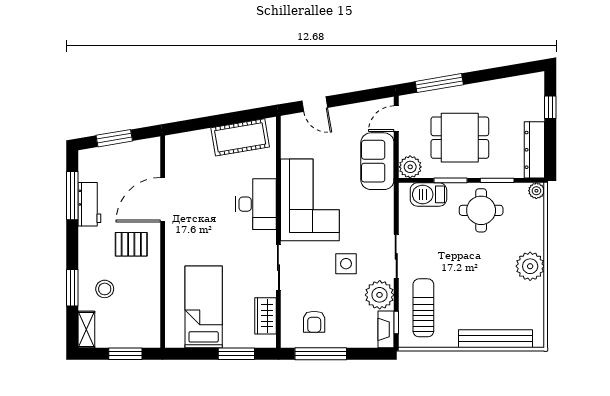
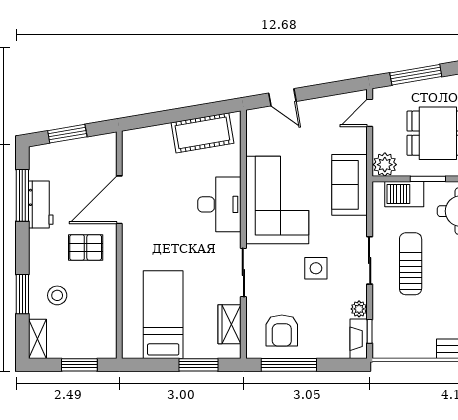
sofa: (377, 161) -> (350, 185), moved
plant: (380, 295) -> (359, 309), width x0.53, depth x0.53
sun lounger: (423, 308) -> (411, 264), moved
armchair: (314, 322) -> (282, 331), width x1.38, depth x1.38

